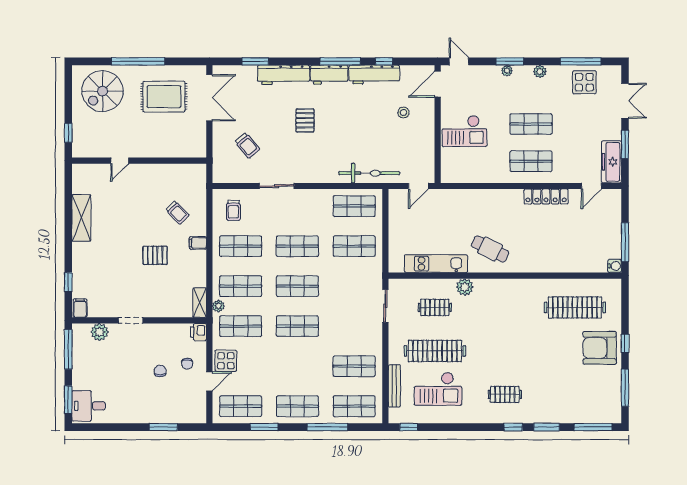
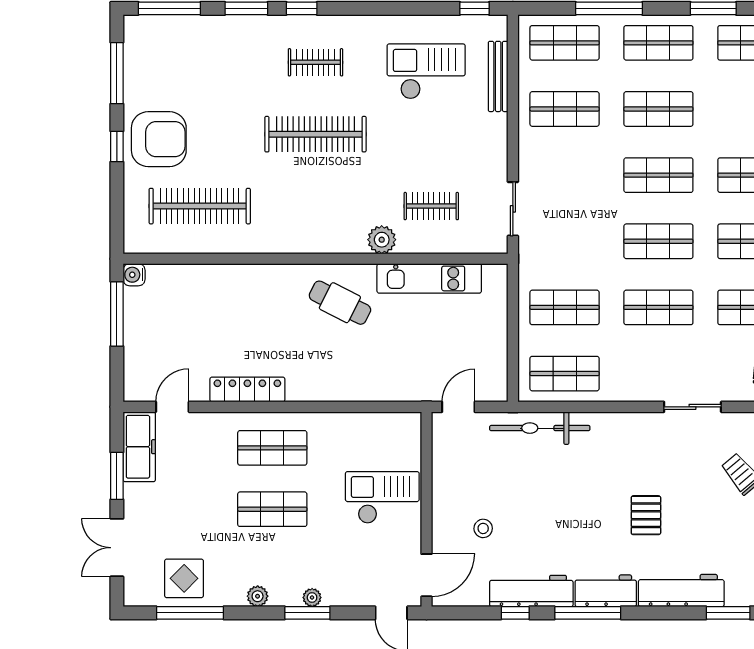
clothes rail: (435, 351) -> (315, 134), moved
shop shelf: (297, 366) -> (658, 109), added

